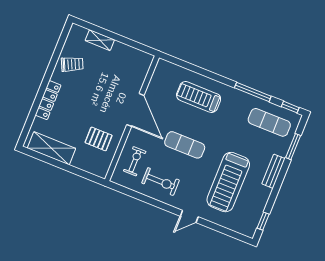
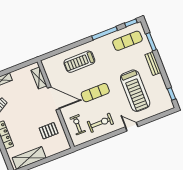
shelving: (140, 74) -> (39, 78), added
door: (189, 216) -> (132, 127), swing flipped

